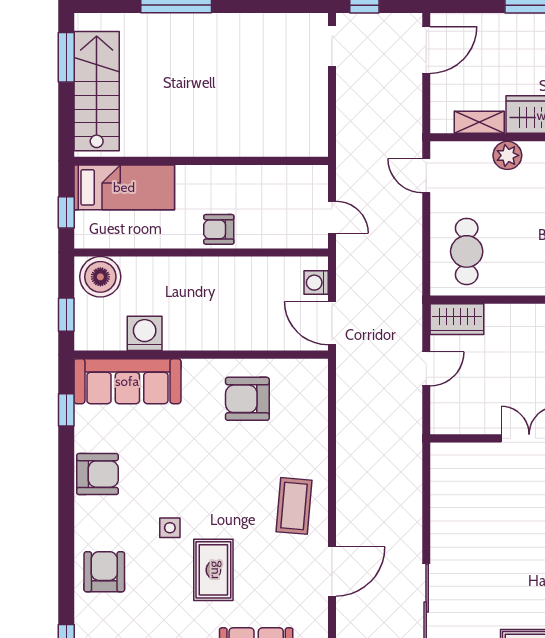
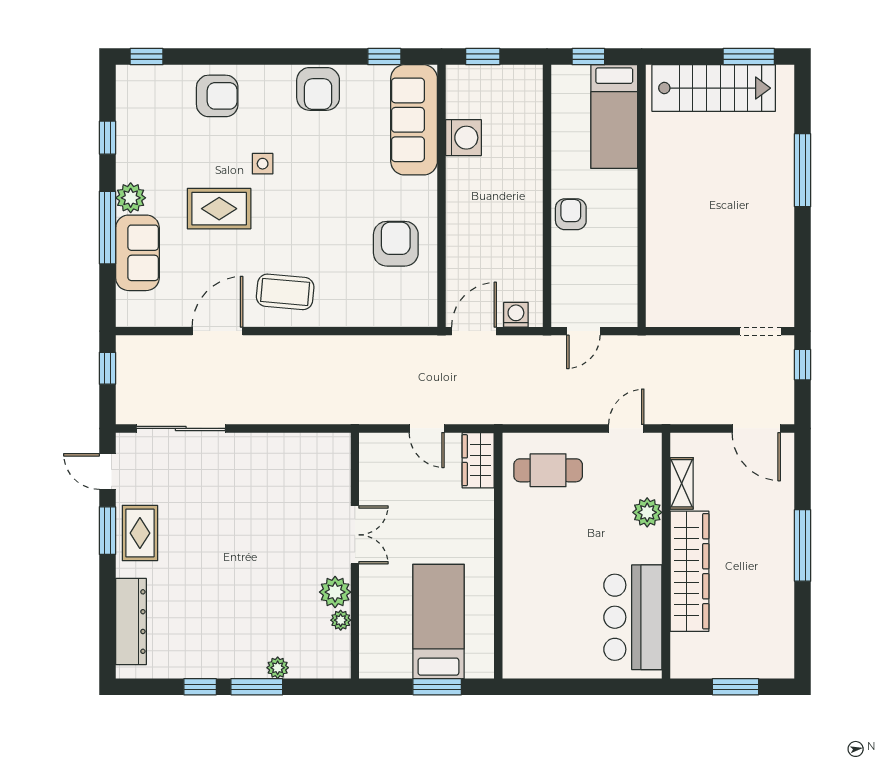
boiler: (100, 277) -> (522, 92), removed
door: (332, 571) -> (217, 331), swing flipped

